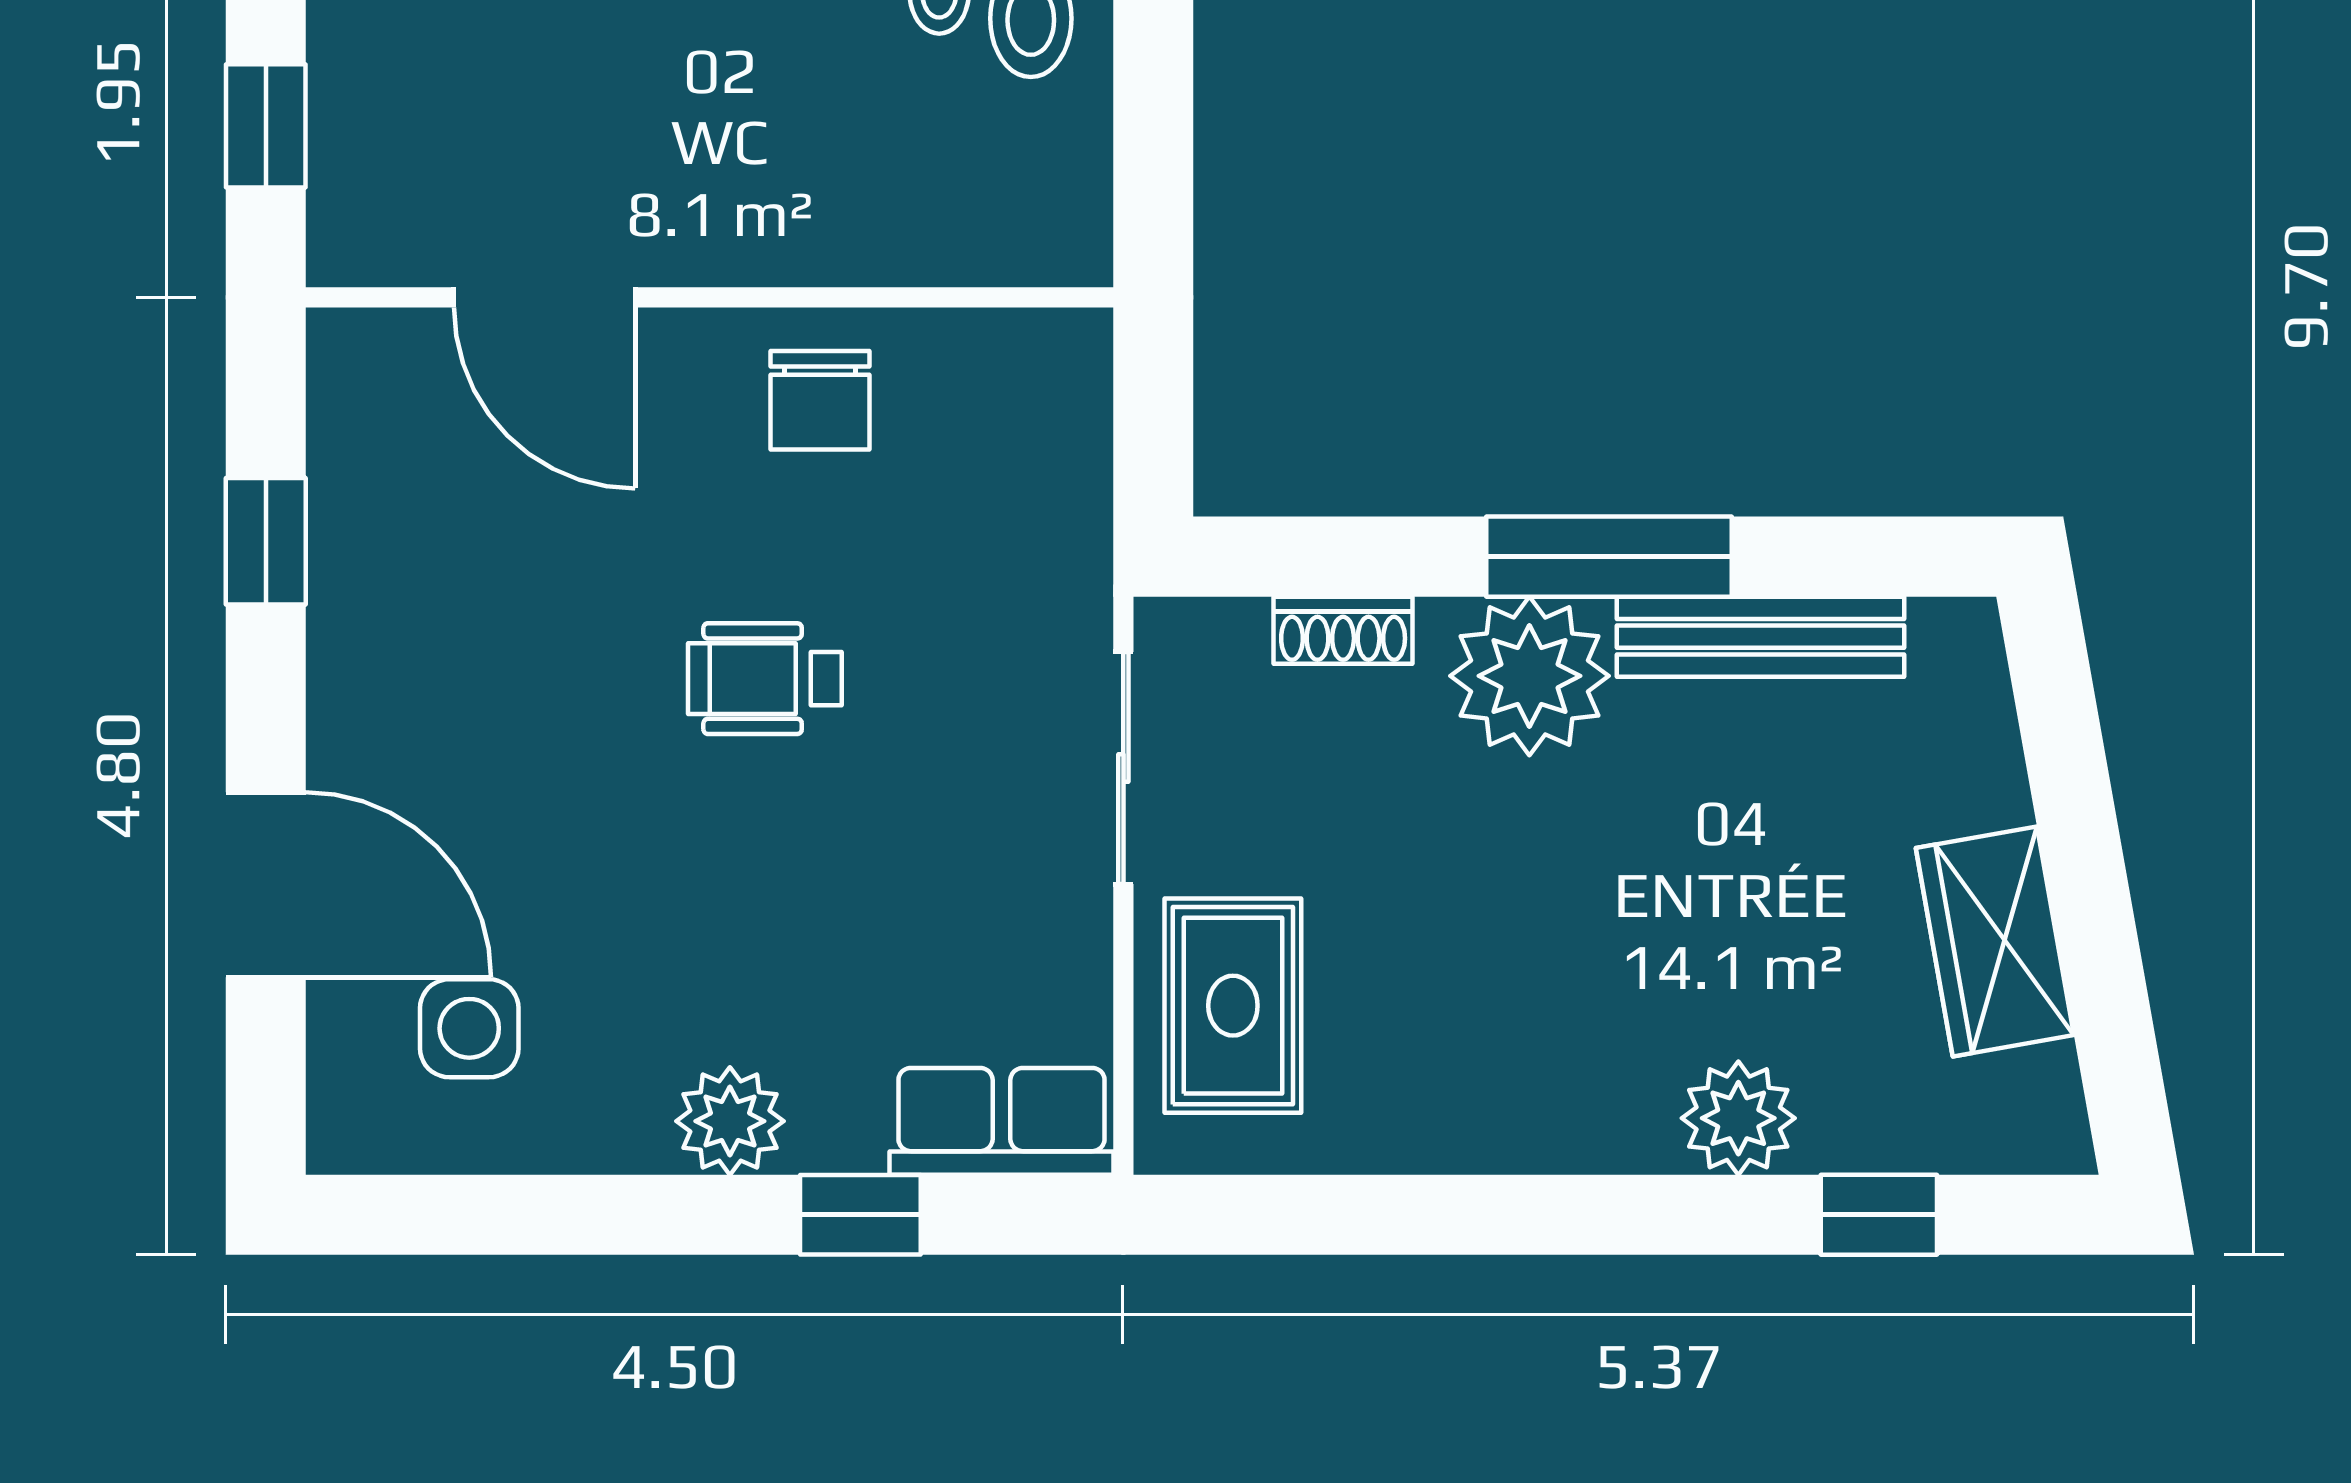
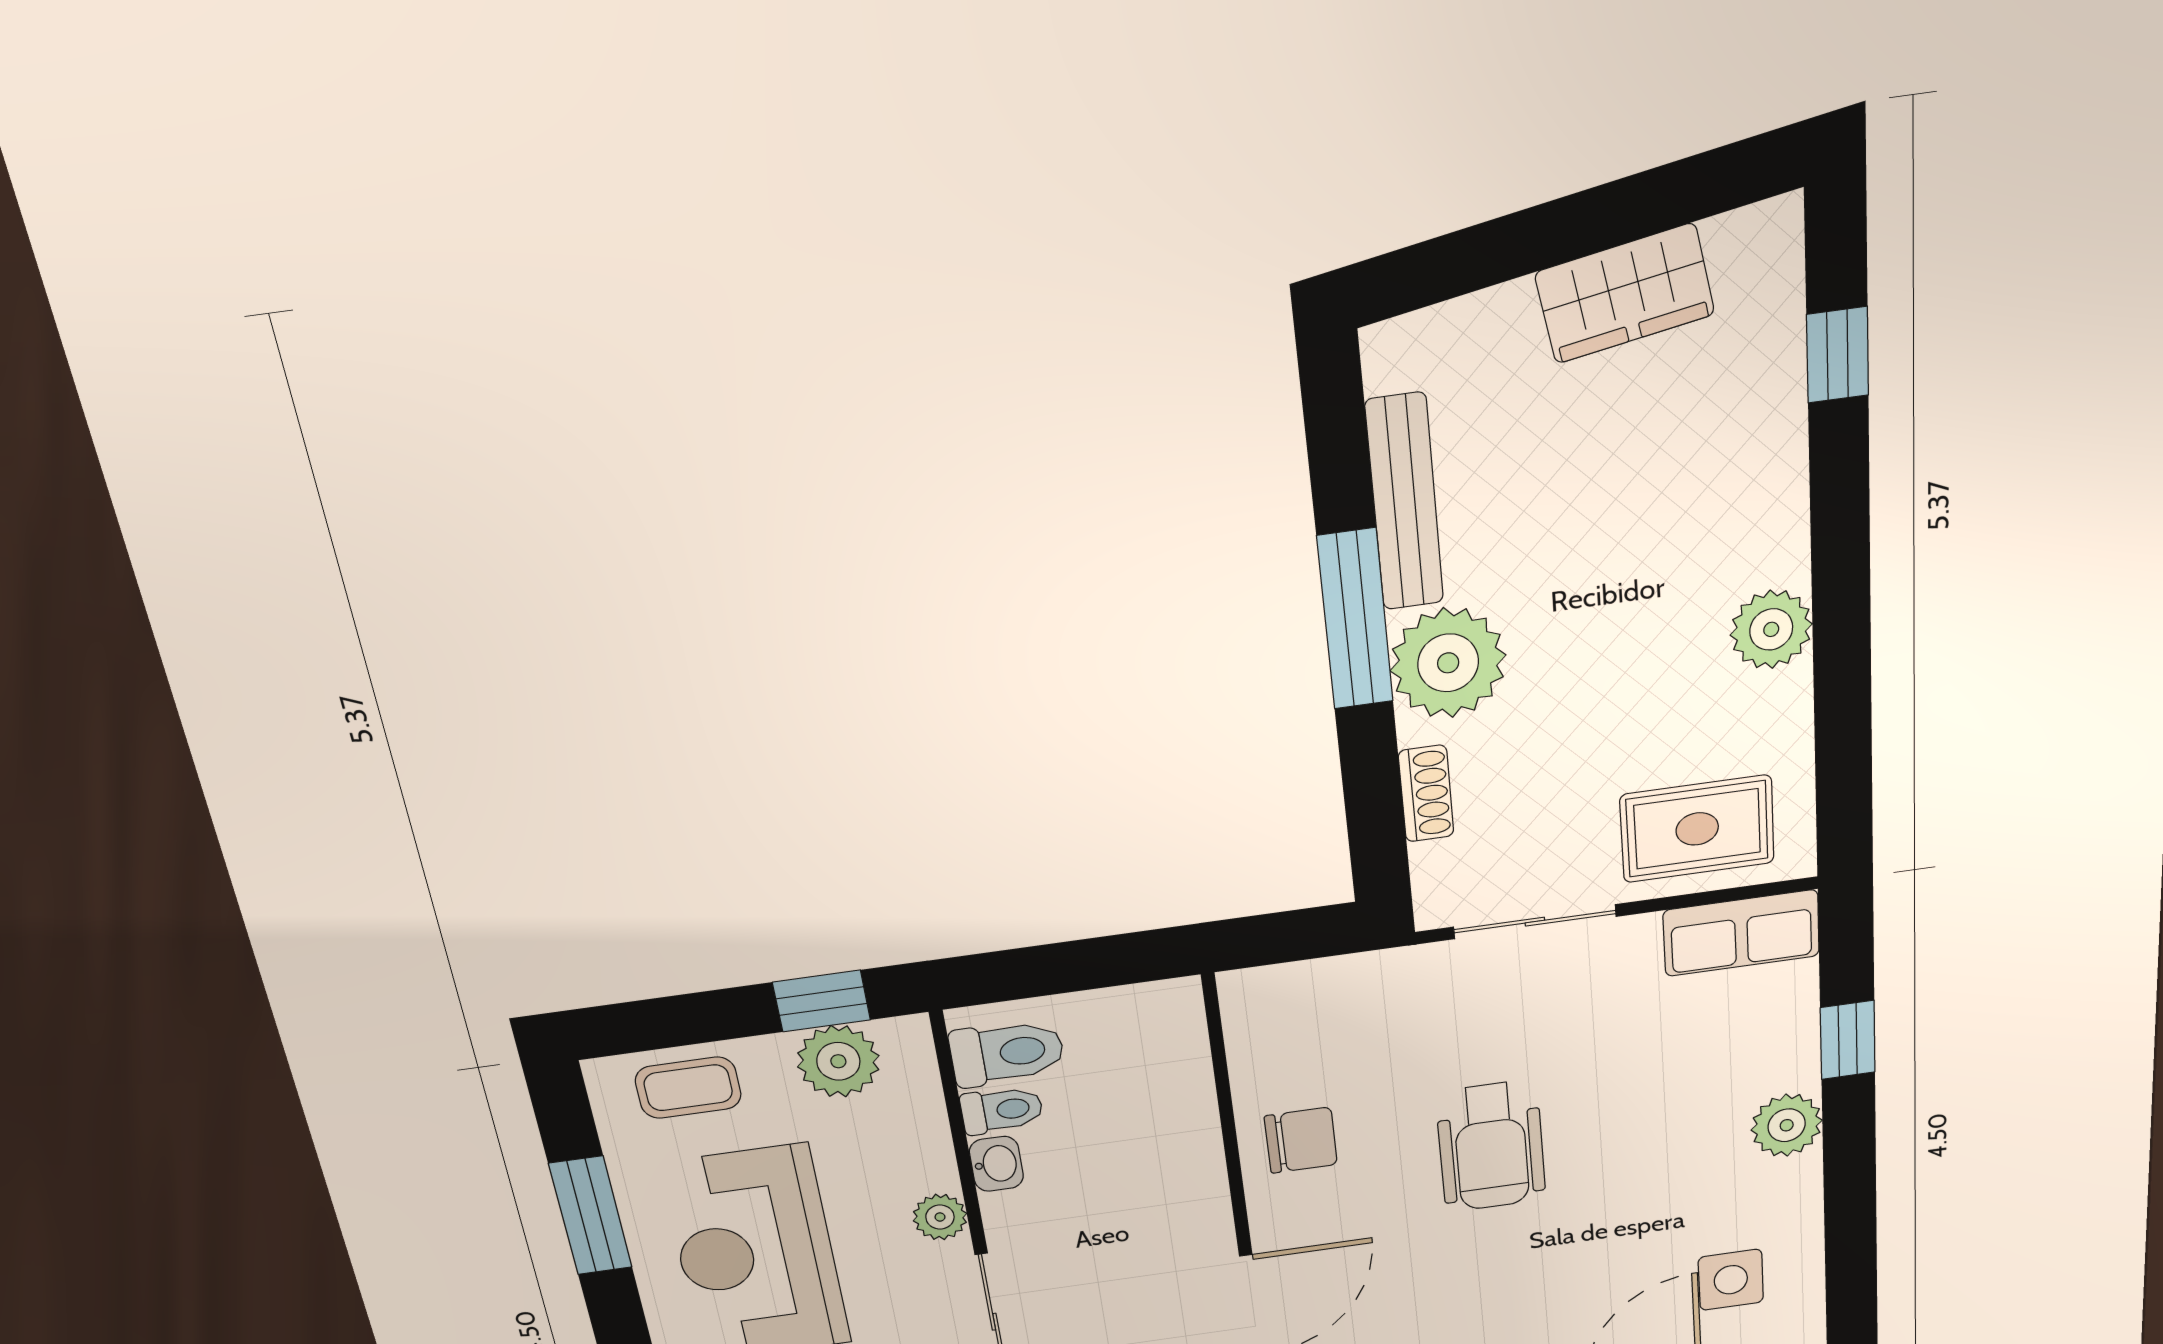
wheelchair: (765, 679) -> (1491, 1146), width x1.36, depth x1.37
plant: (1738, 1118) -> (1771, 629), moved
row of seats: (1001, 1121) -> (1741, 933), moved, turned -90

